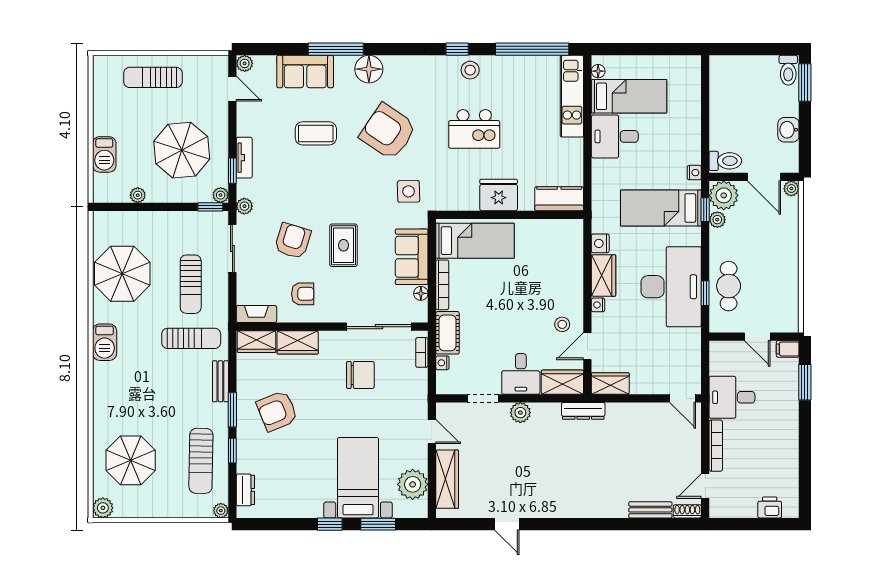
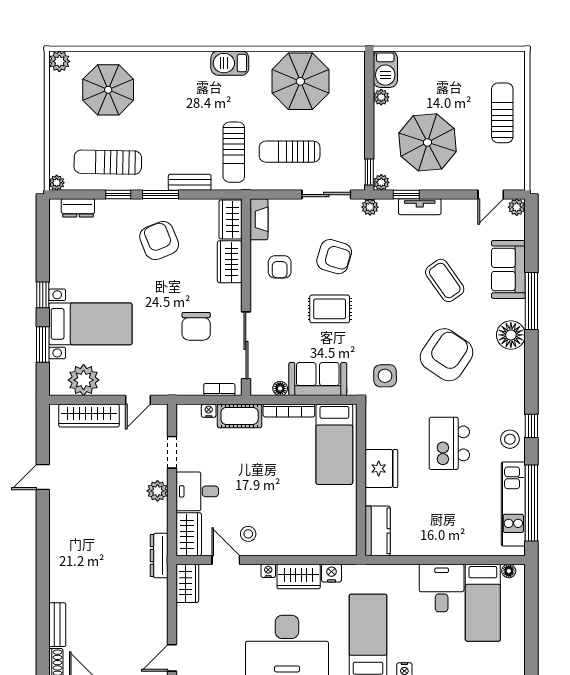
kitchen unit: (572, 96) -> (513, 504), moved, turned -90
coffee table: (316, 133) -> (445, 280), turned -35
barbecue: (104, 154) -> (385, 69), moved, turned -90

